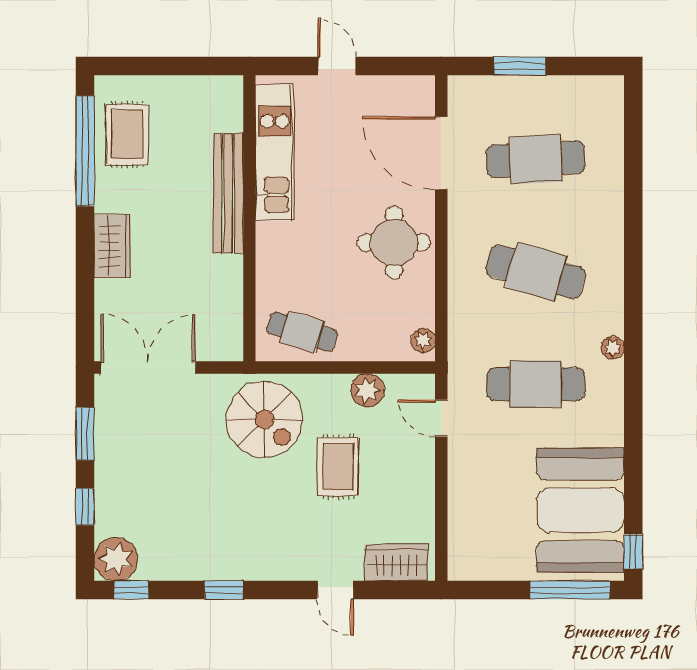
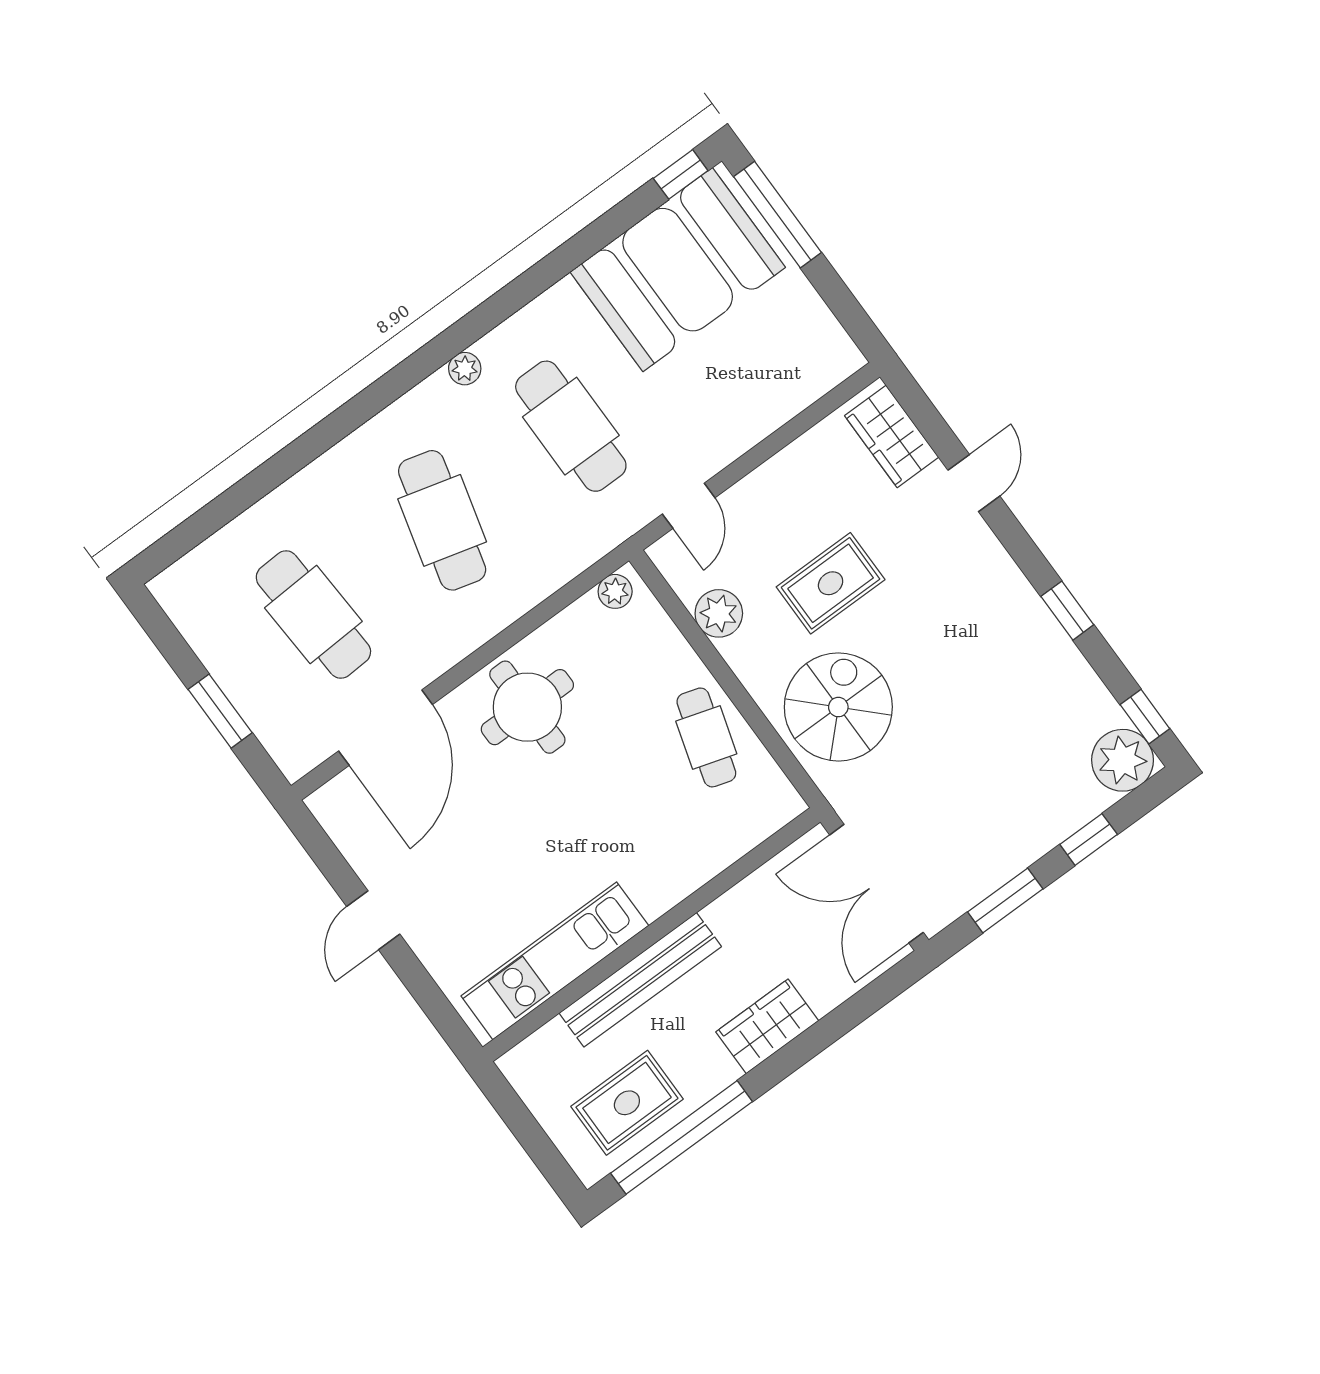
kitchen unit: (275, 152) -> (555, 961), moved
bench: (228, 193) -> (640, 980), moved
wall: (249, 218) -> (651, 935), moved

